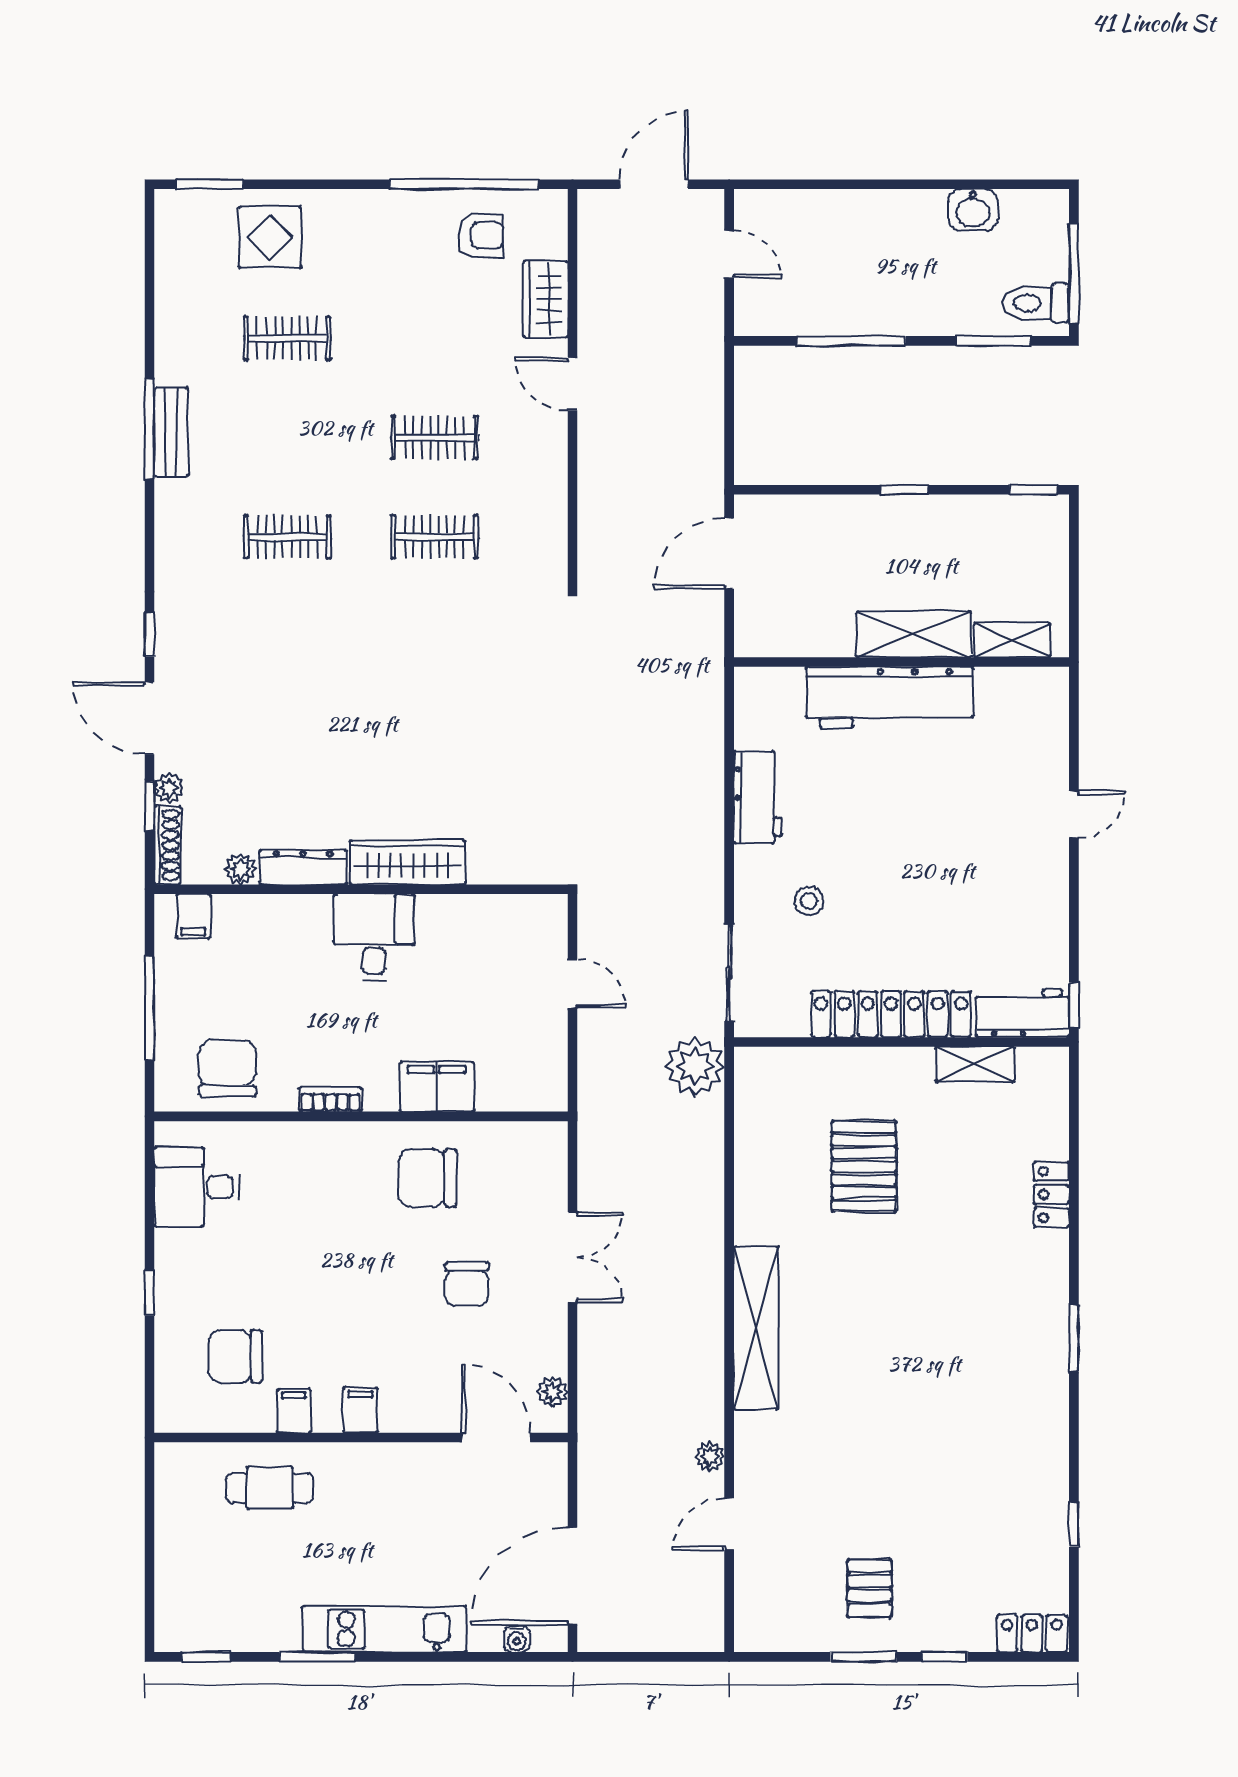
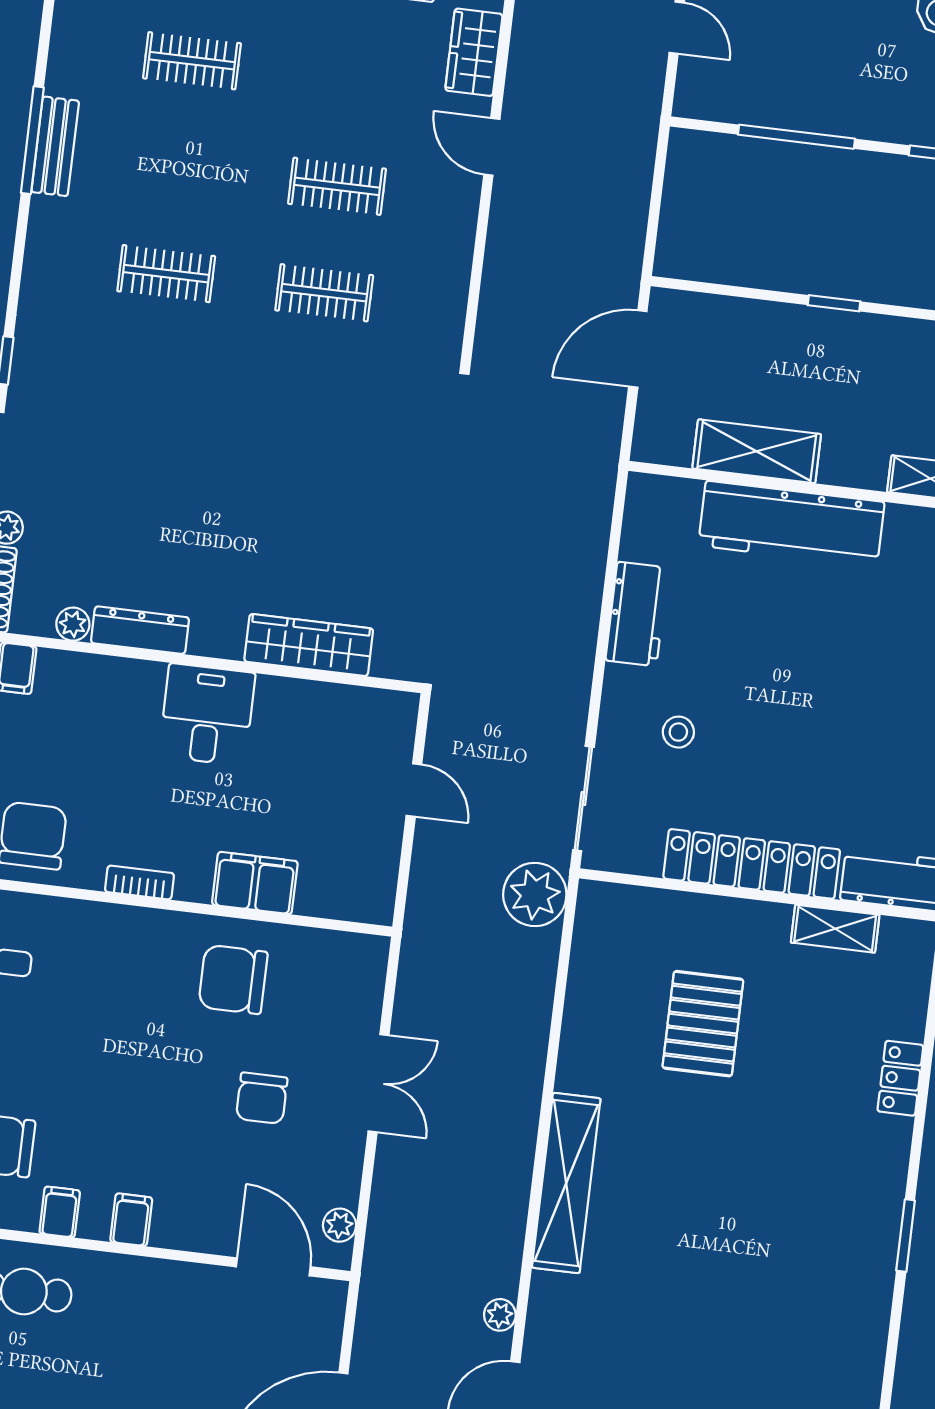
shelving: (914, 634) -> (757, 451), moved
wardrobe: (408, 862) -> (309, 645), moved

